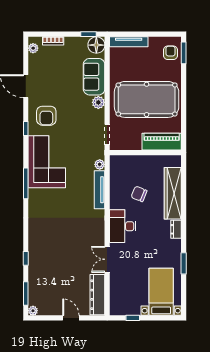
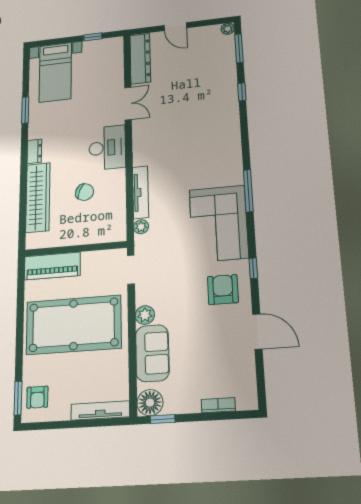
plant: (33, 48) -> (249, 392), removed

